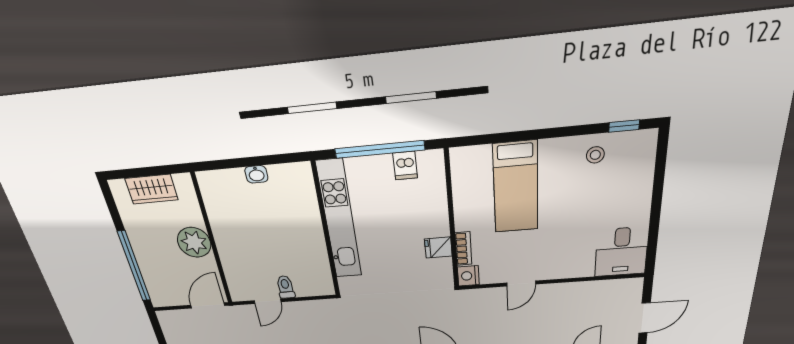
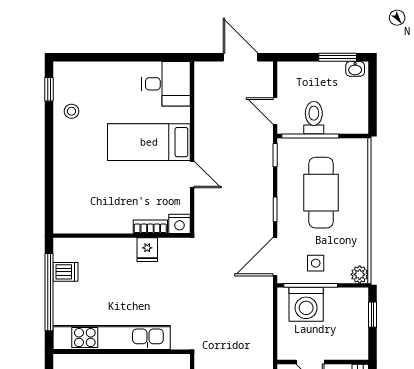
bed: (516, 187) -> (149, 142), moved, turned 180

